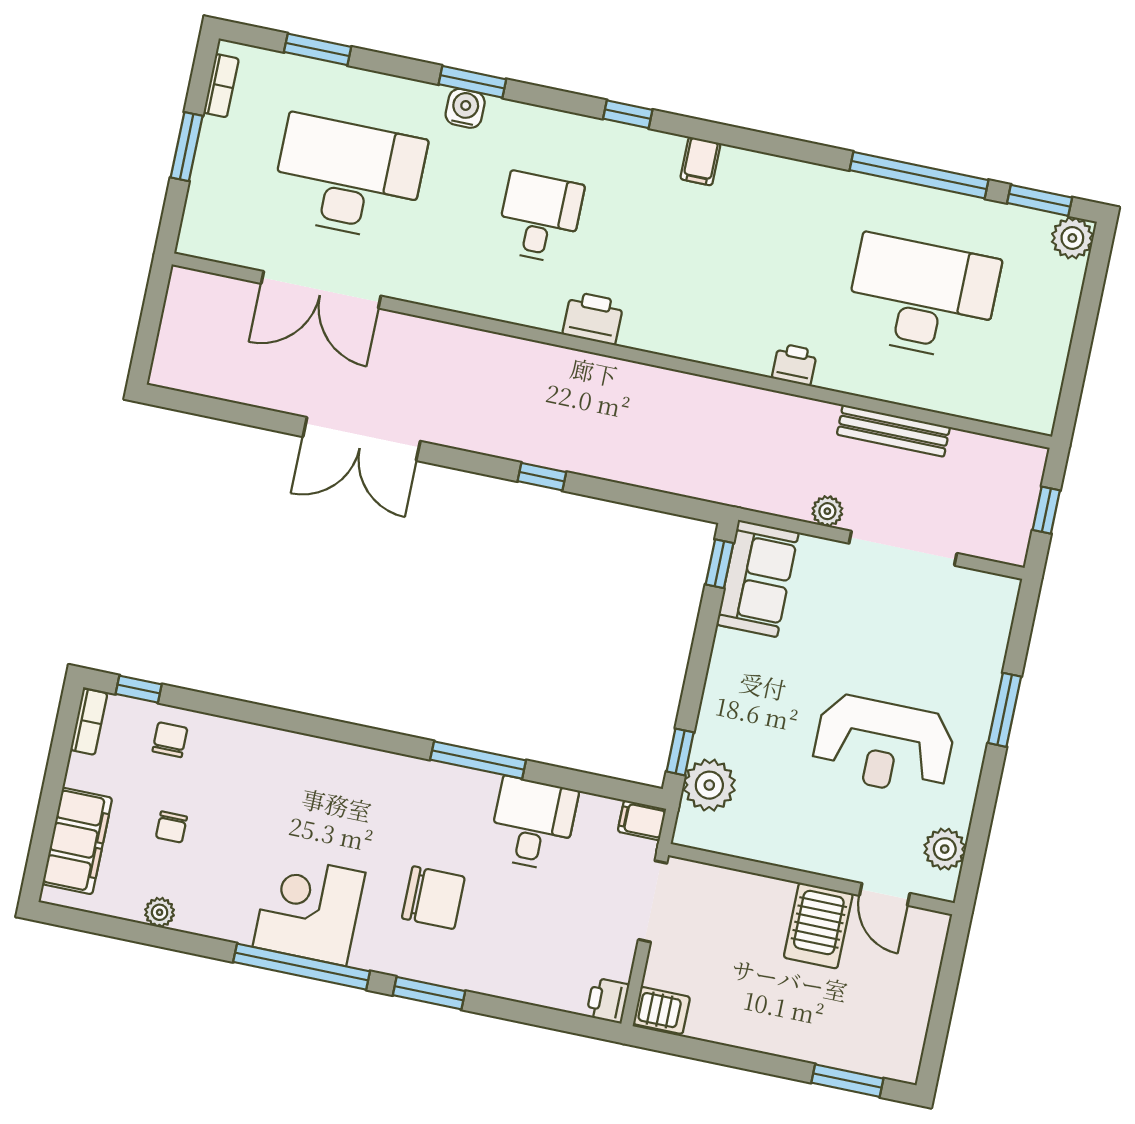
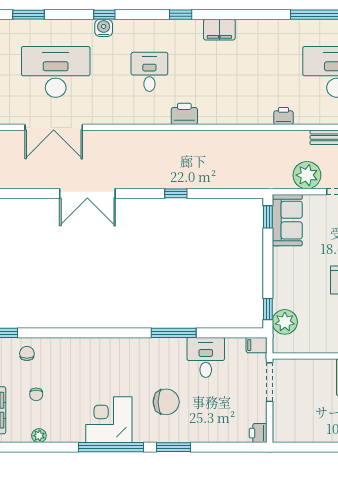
window: (472, 82) -> (104, 15), width x0.67
filing cabinet: (700, 161) -> (219, 30), width x2.00
plant: (827, 511) -> (307, 175), width x1.87, depth x1.87
server rack: (662, 1010) -> (284, 432), removed

